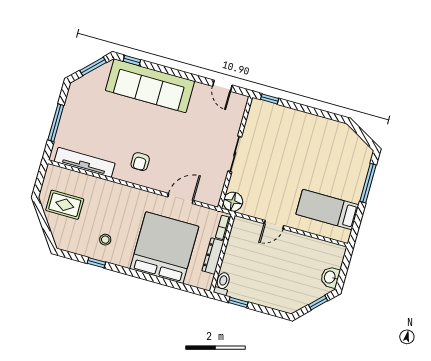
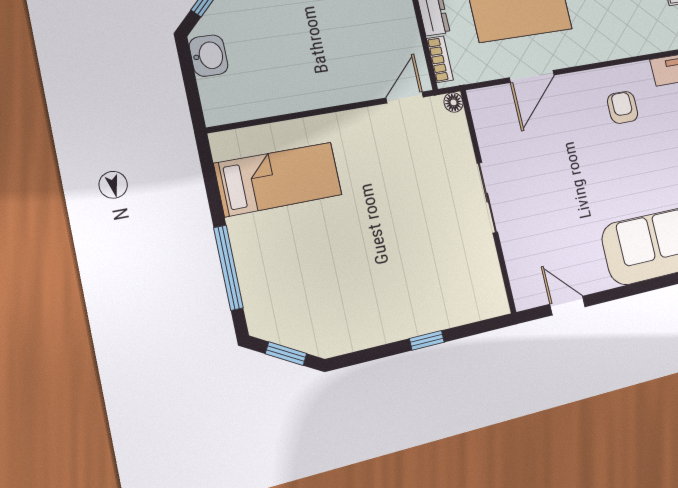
window: (270, 99) -> (427, 340), moved
window: (363, 135) -> (286, 354), added
floor lamp: (233, 202) -> (453, 102), width x0.53, depth x0.53
door: (274, 225) -> (405, 98), moved

